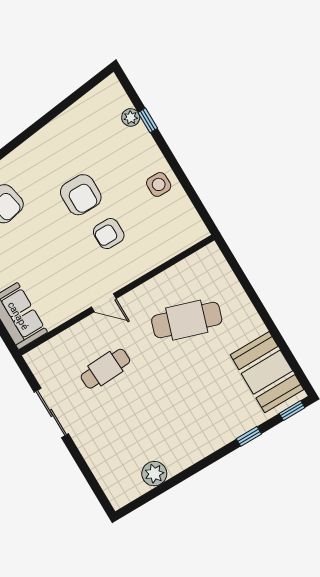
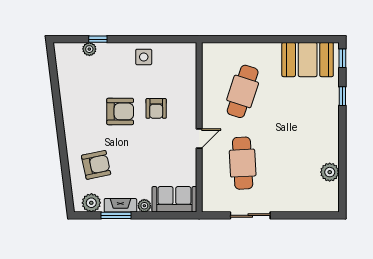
cafe table: (105, 369) -> (243, 163), width x1.37, depth x1.35

